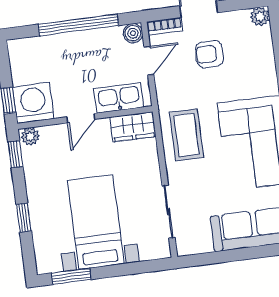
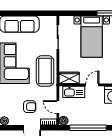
door: (149, 61) -> (58, 107), hinge flipped
coffee table: (186, 135) -> (45, 71), width x1.36, depth x1.32

